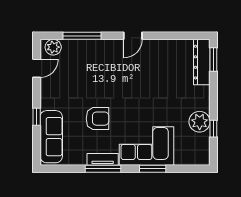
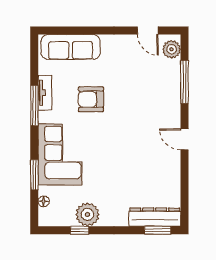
window: (37, 117) -> (93, 31), removed
armchair: (97, 119) -> (91, 99), turned 90
tv unit: (103, 159) -> (45, 93), moved
floor lamp: (188, 161) -> (44, 201), added
window: (153, 169) -> (34, 175), moved

